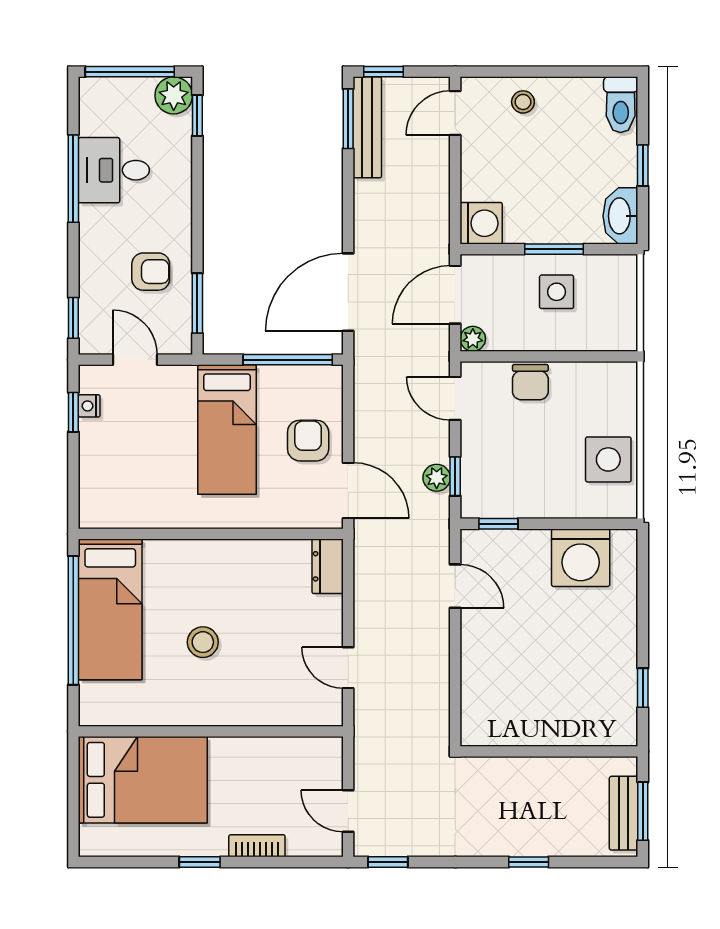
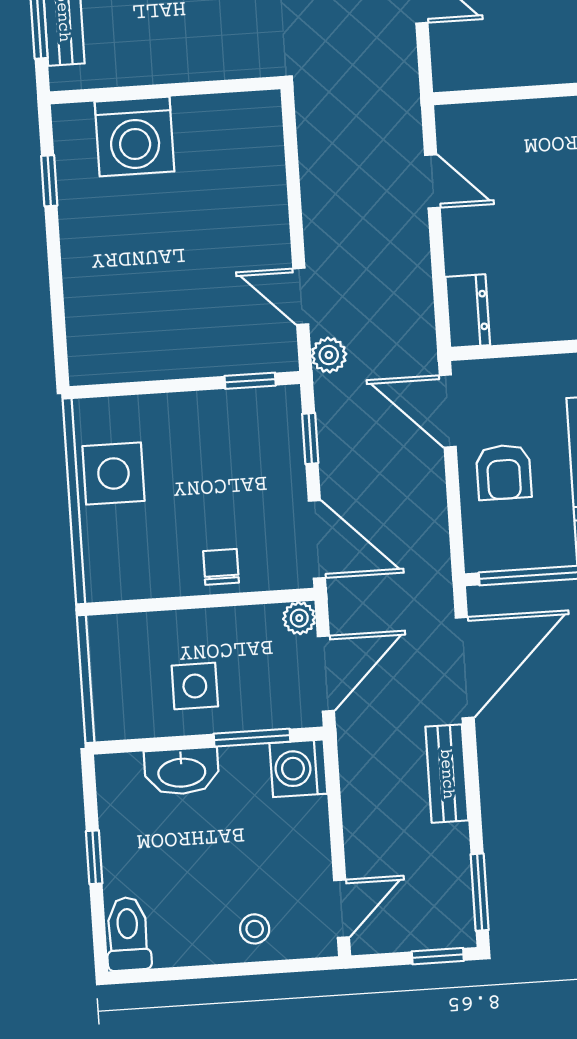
bench: (367, 127) -> (447, 774), moved, width x0.73
washbasin: (620, 216) -> (182, 771), moved, turned 90
window: (554, 249) -> (252, 738), moved
chair: (530, 382) -> (221, 567), width x0.73, depth x0.73
door: (455, 398) -> (317, 539), width x1.38
plant: (437, 478) -> (329, 355), moved
washing machine: (581, 558) -> (135, 136), moved, turned 180

